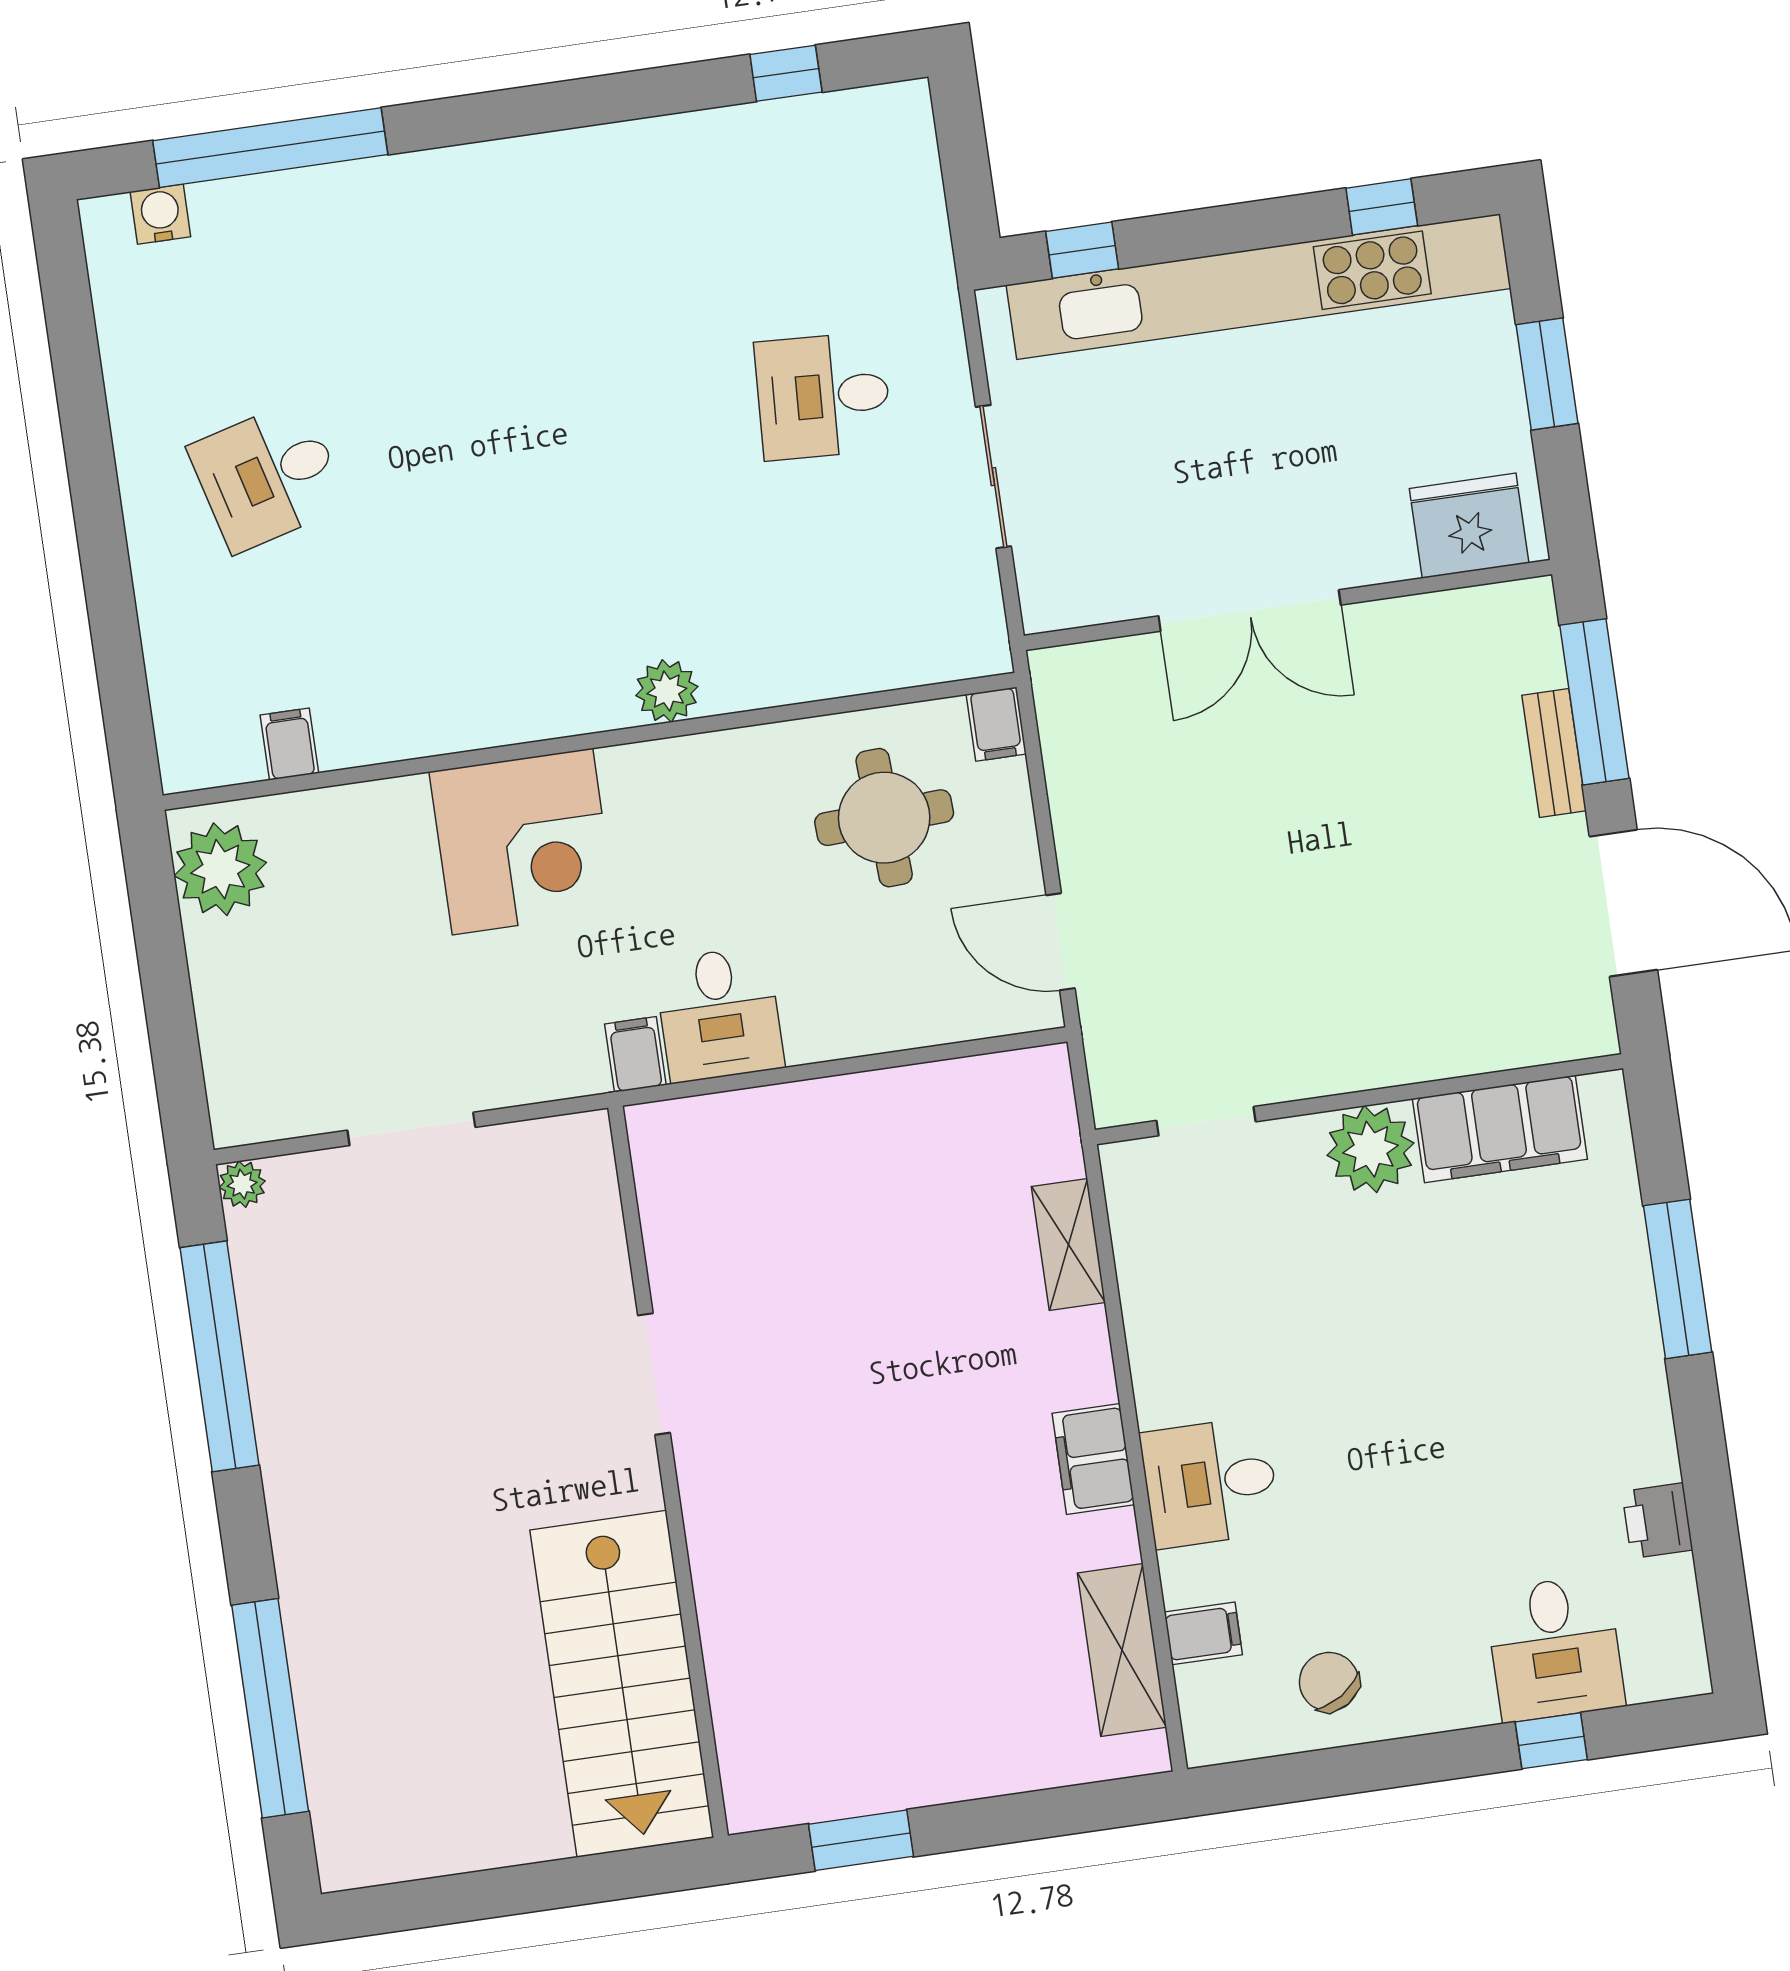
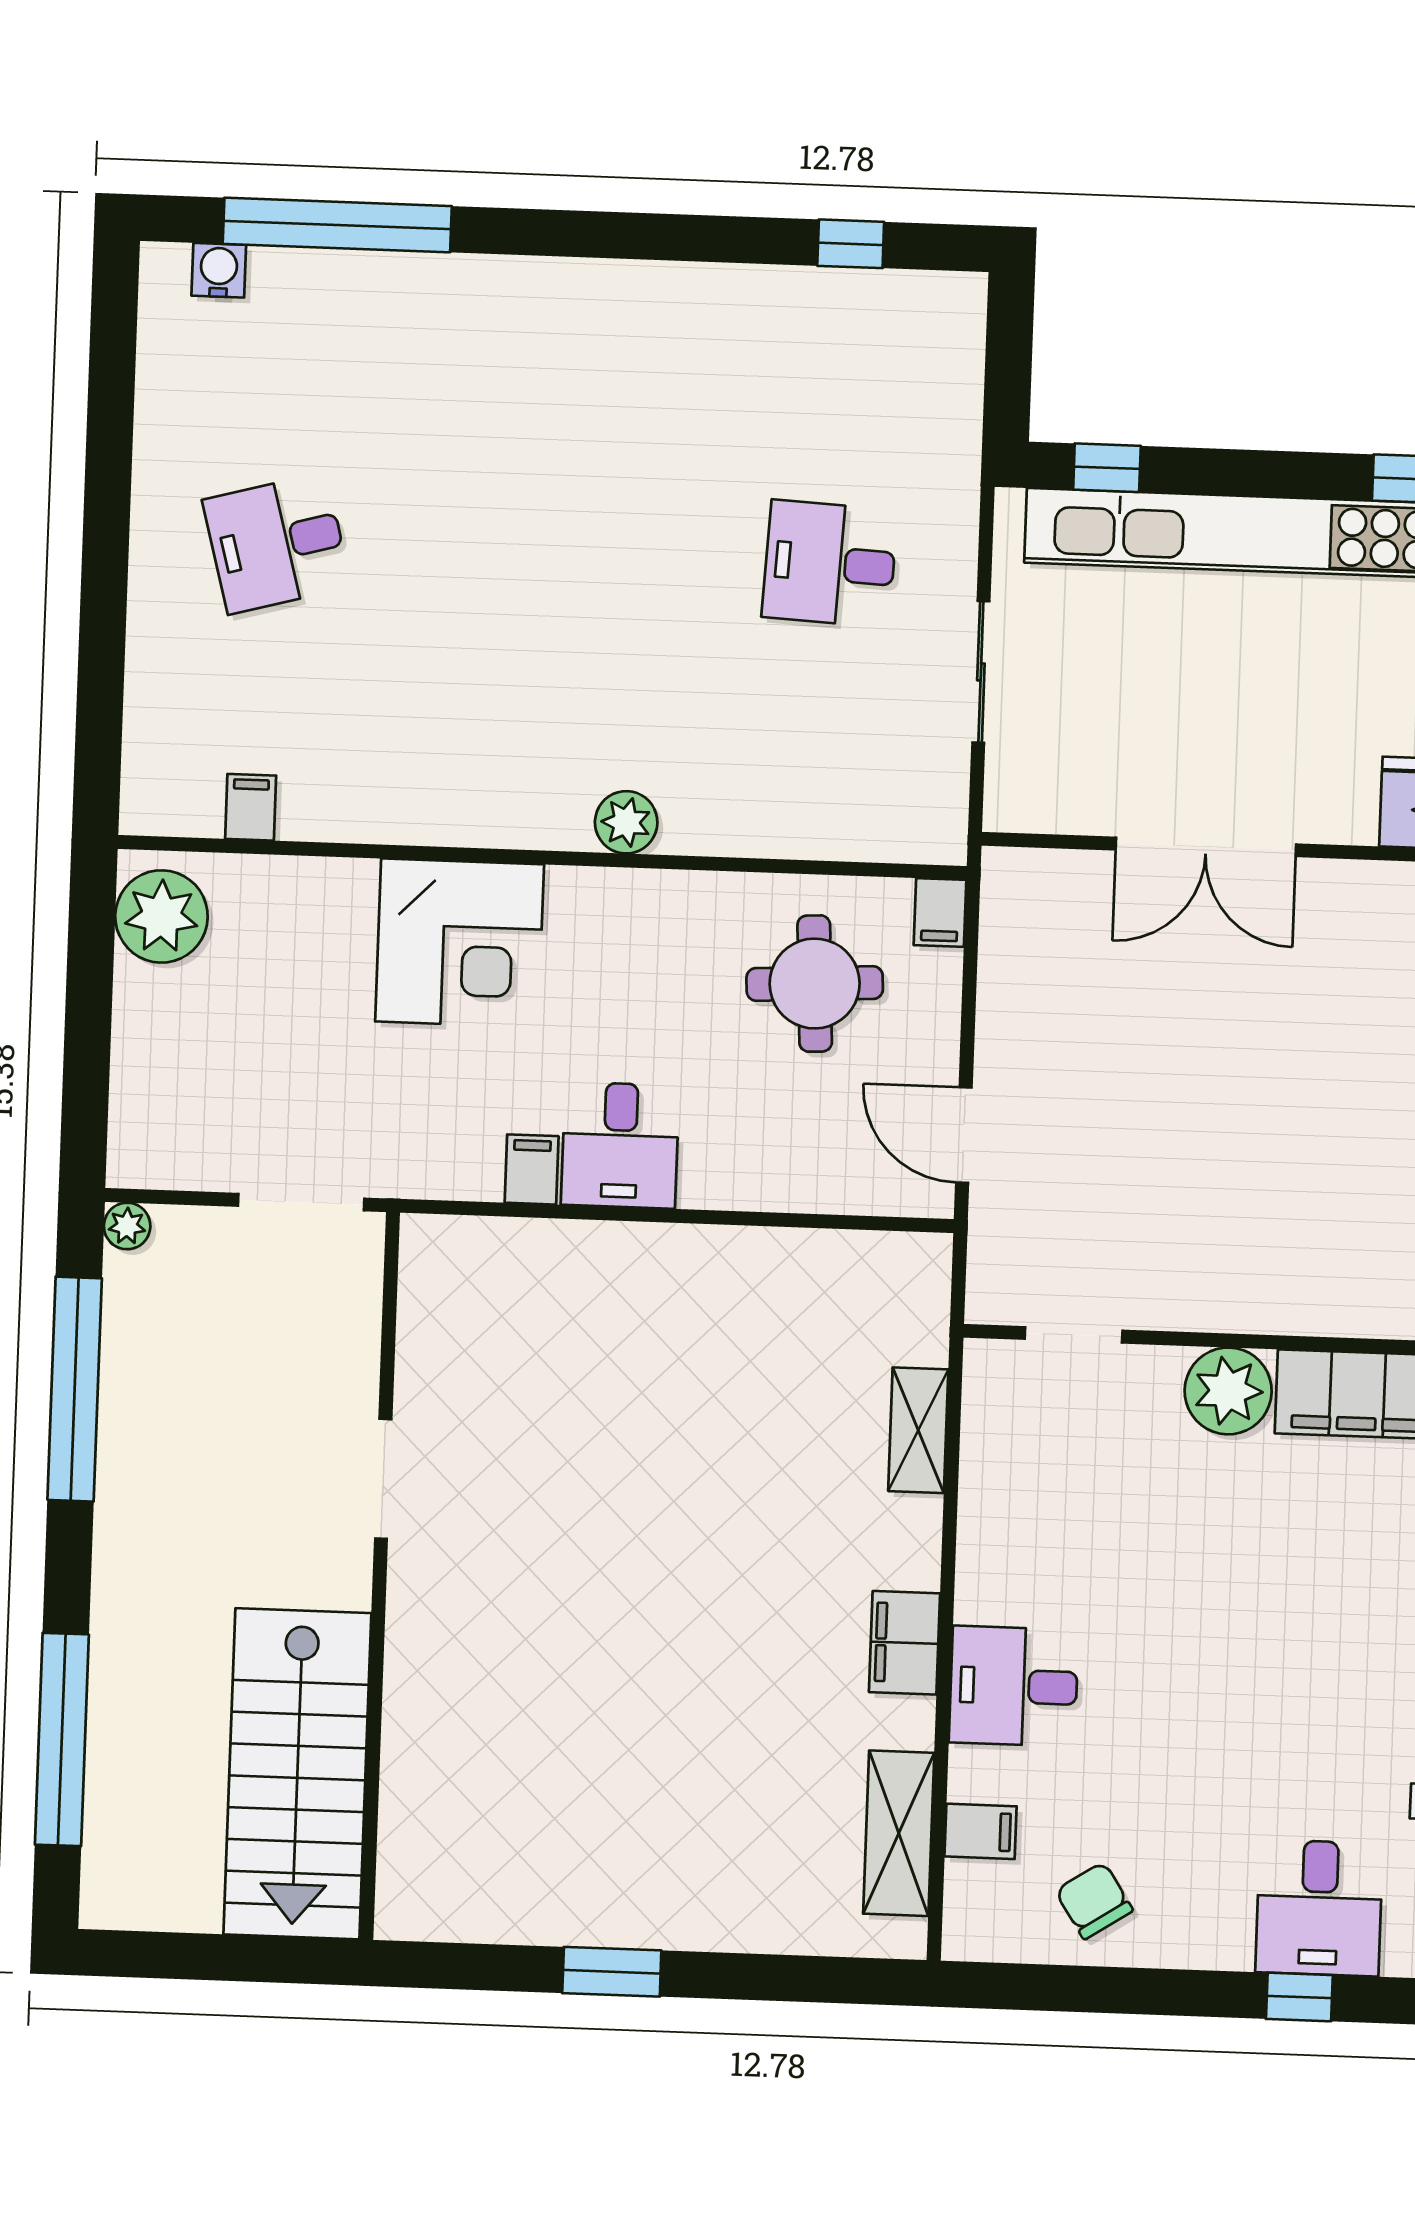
doorway: (654, 1374) -> (383, 1479), moved
wall: (668, 1472) -> (380, 1576), moved
stairs: (622, 1684) -> (297, 1774), moved

